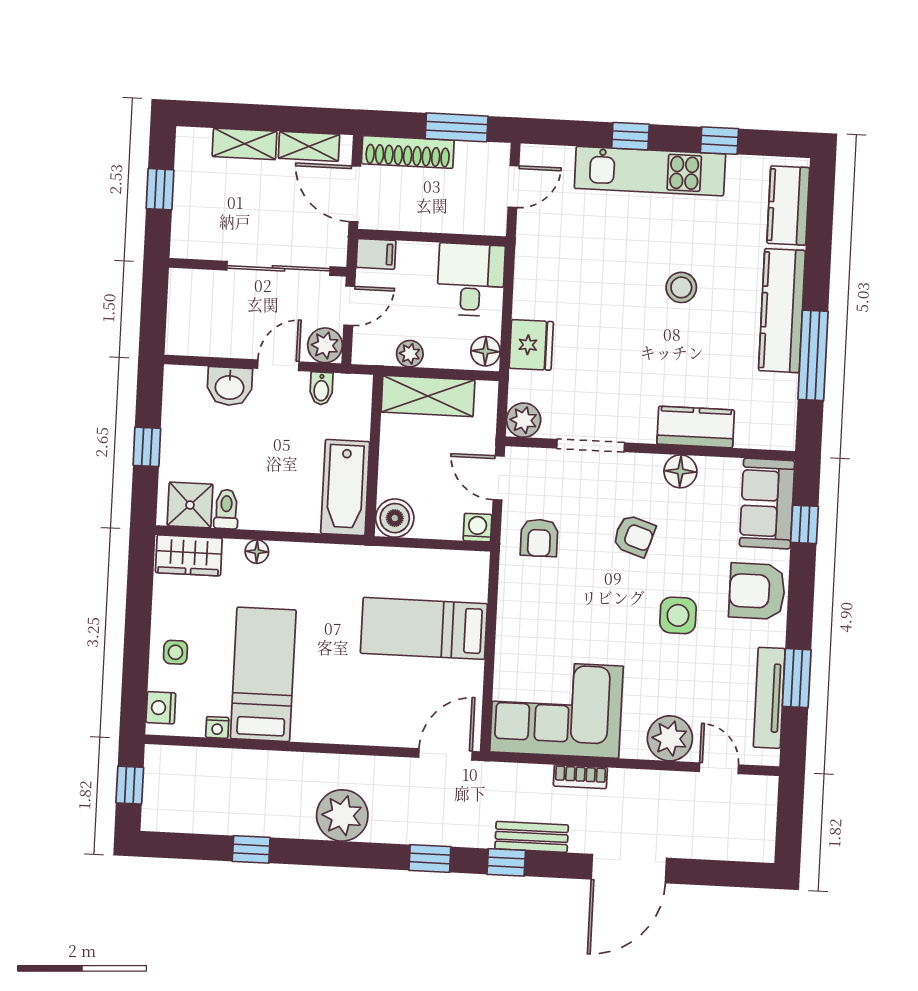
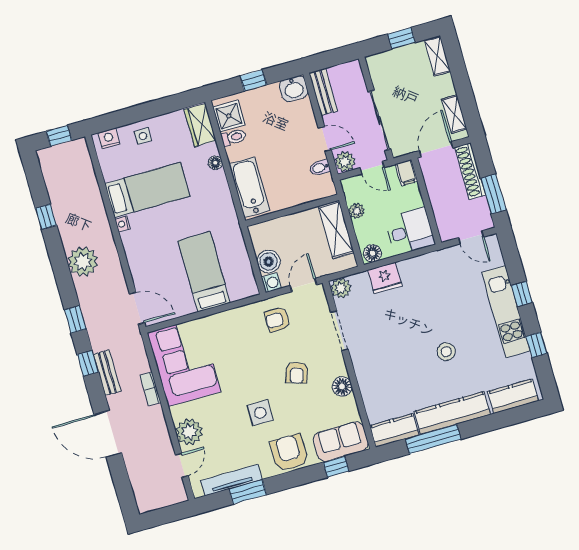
shelving: (245, 144) -> (437, 56), moved
bench: (203, 342) -> (323, 92), added
washbasin: (230, 386) -> (294, 89), moved, turned -90
kitchen counter: (696, 427) -> (394, 430), moved, turned -90
bathtub: (345, 488) -> (249, 187), moved, turned 90
boiler: (395, 518) -> (269, 261), moved
nightstand: (217, 727) -> (123, 224), moved

